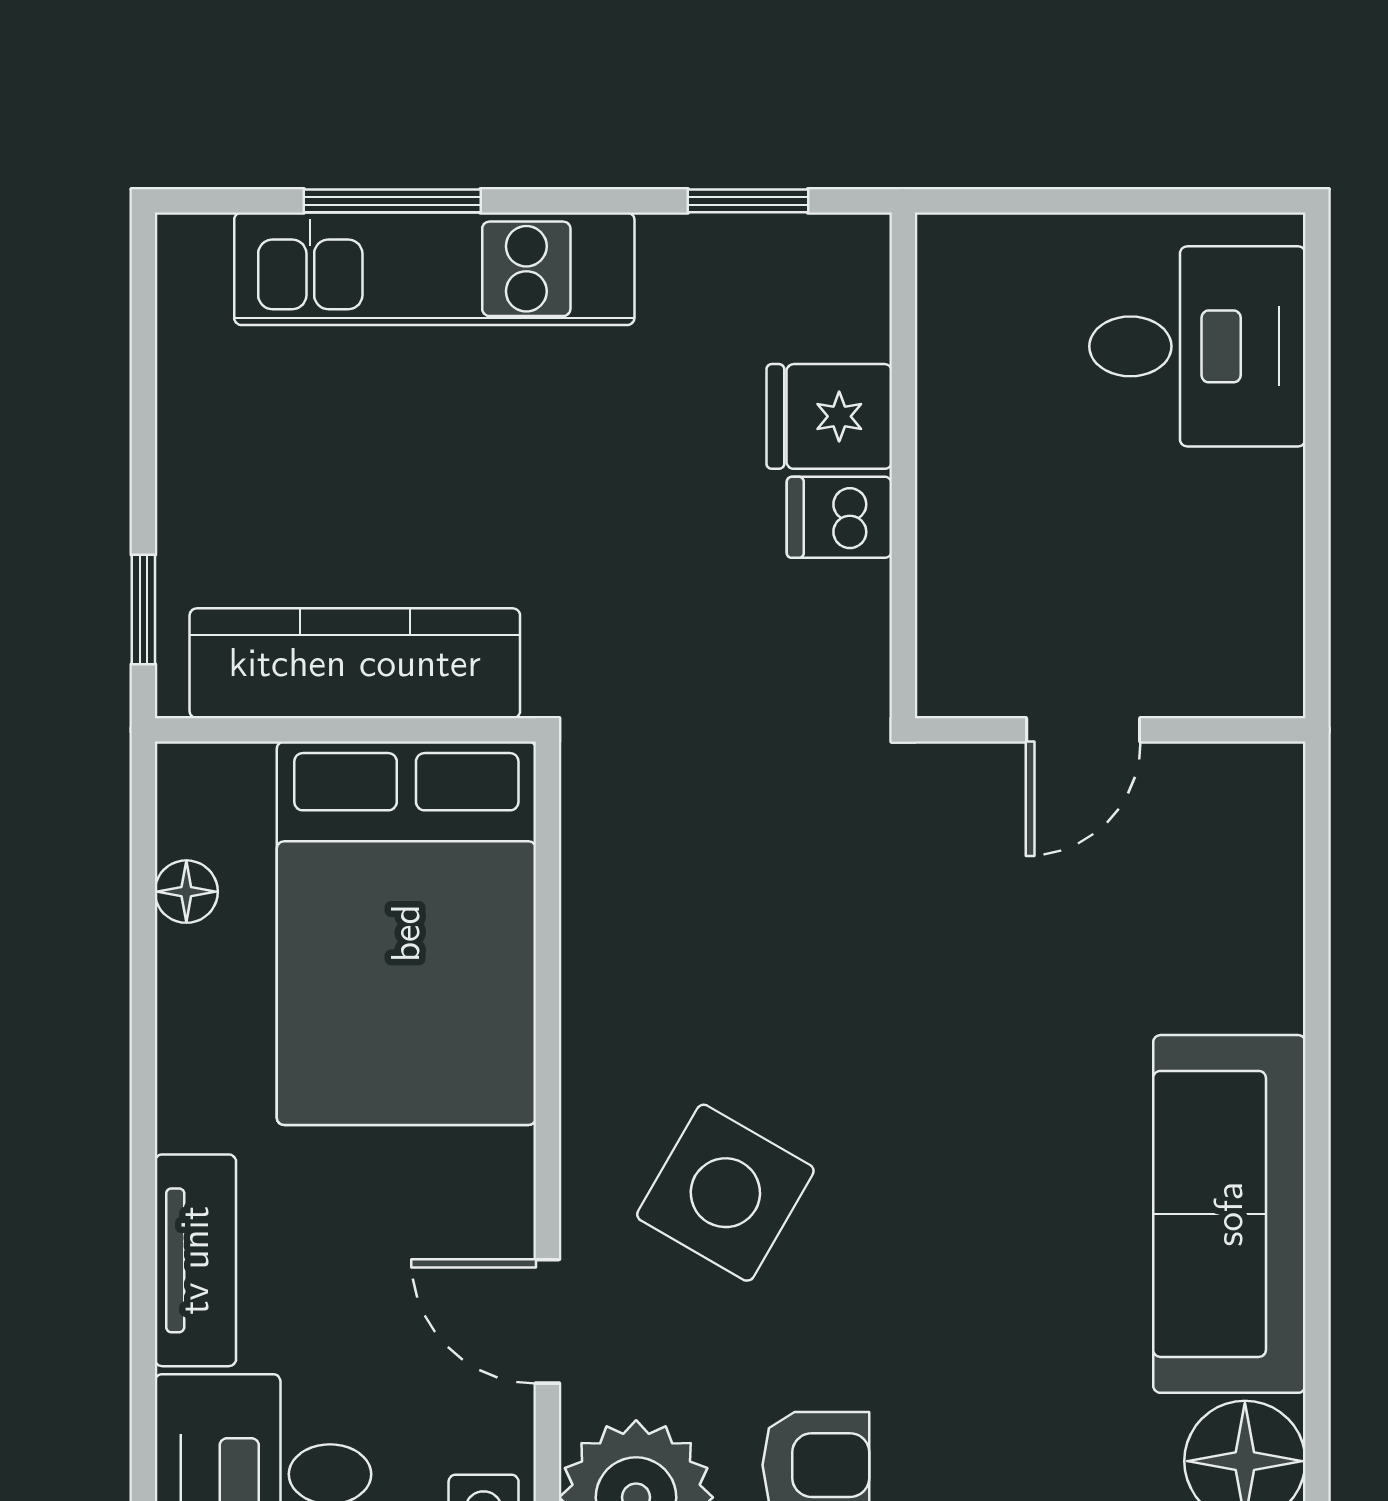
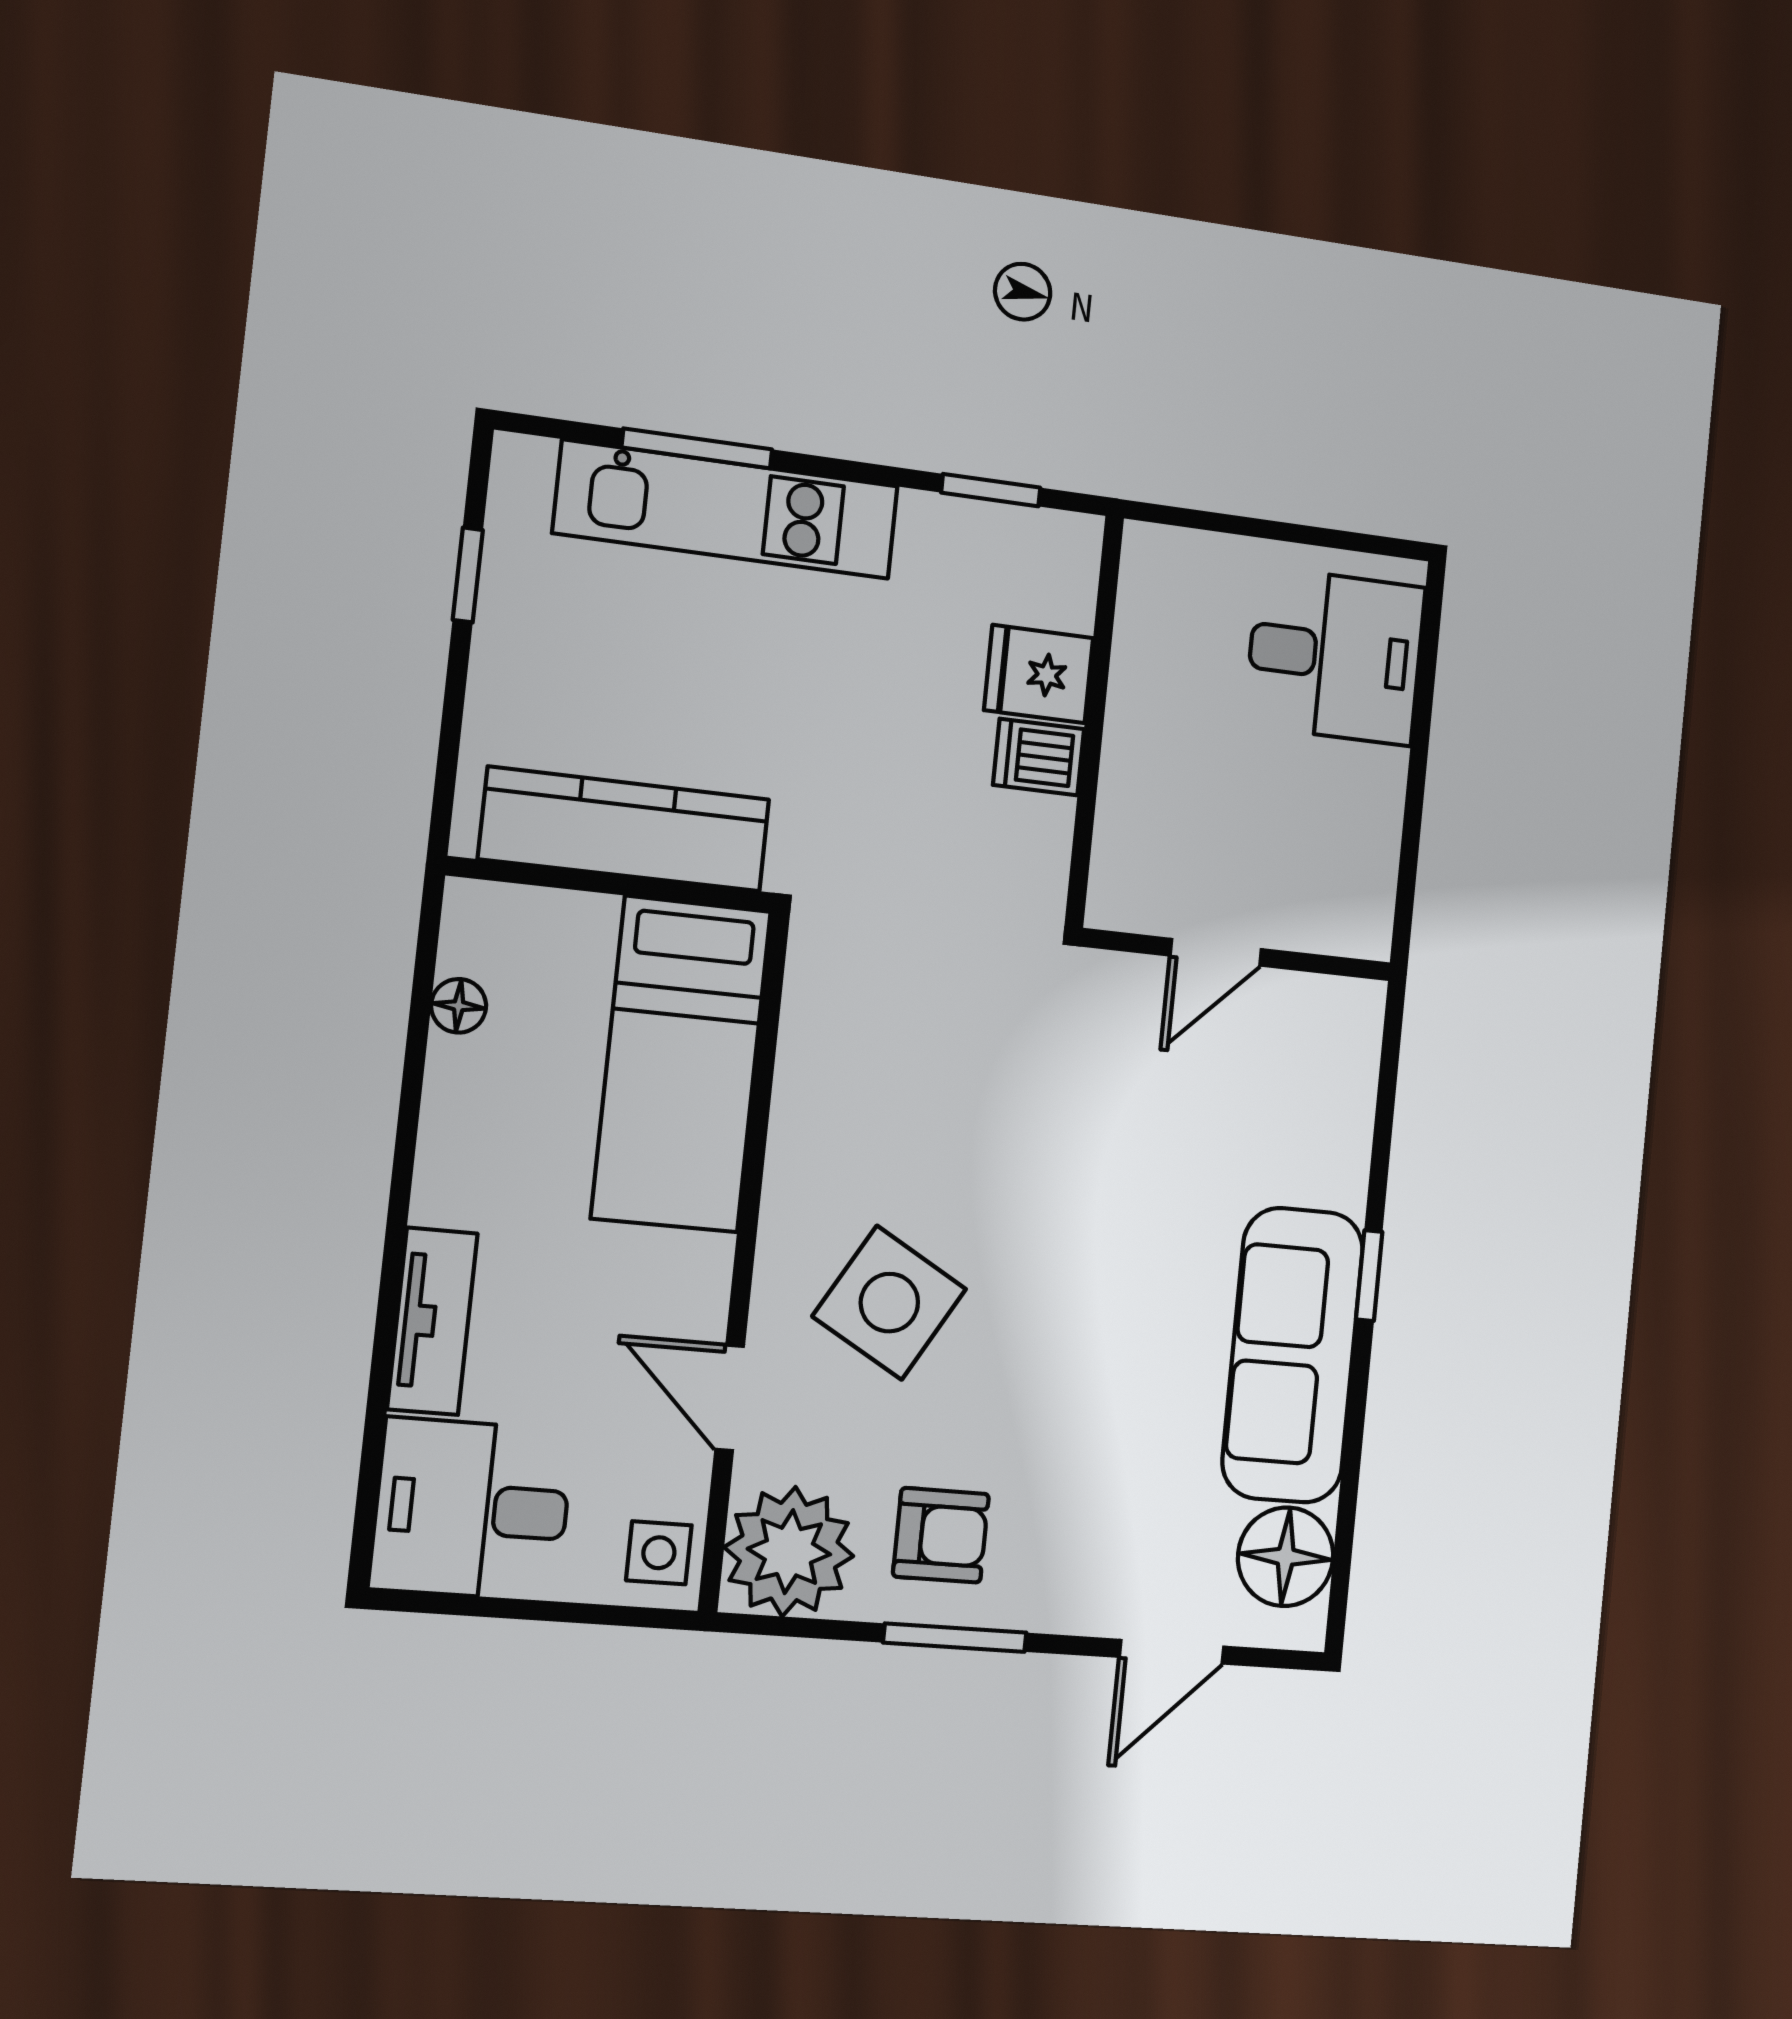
window: (143, 609) -> (468, 575), moved
bed: (406, 933) -> (681, 1064), width x0.67
window: (1317, 1108) -> (1369, 1276), added

